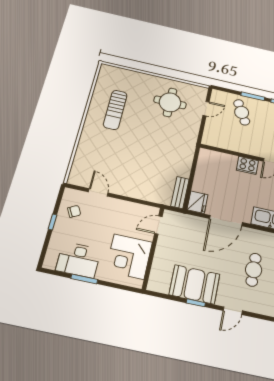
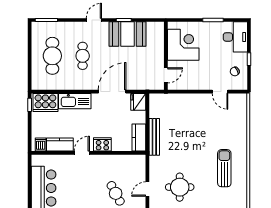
kitchen counter: (205, 163) -> (139, 137), added
bench: (180, 193) -> (154, 137), moved, width x1.36
desk: (78, 260) -> (235, 37), moved, turned 90

